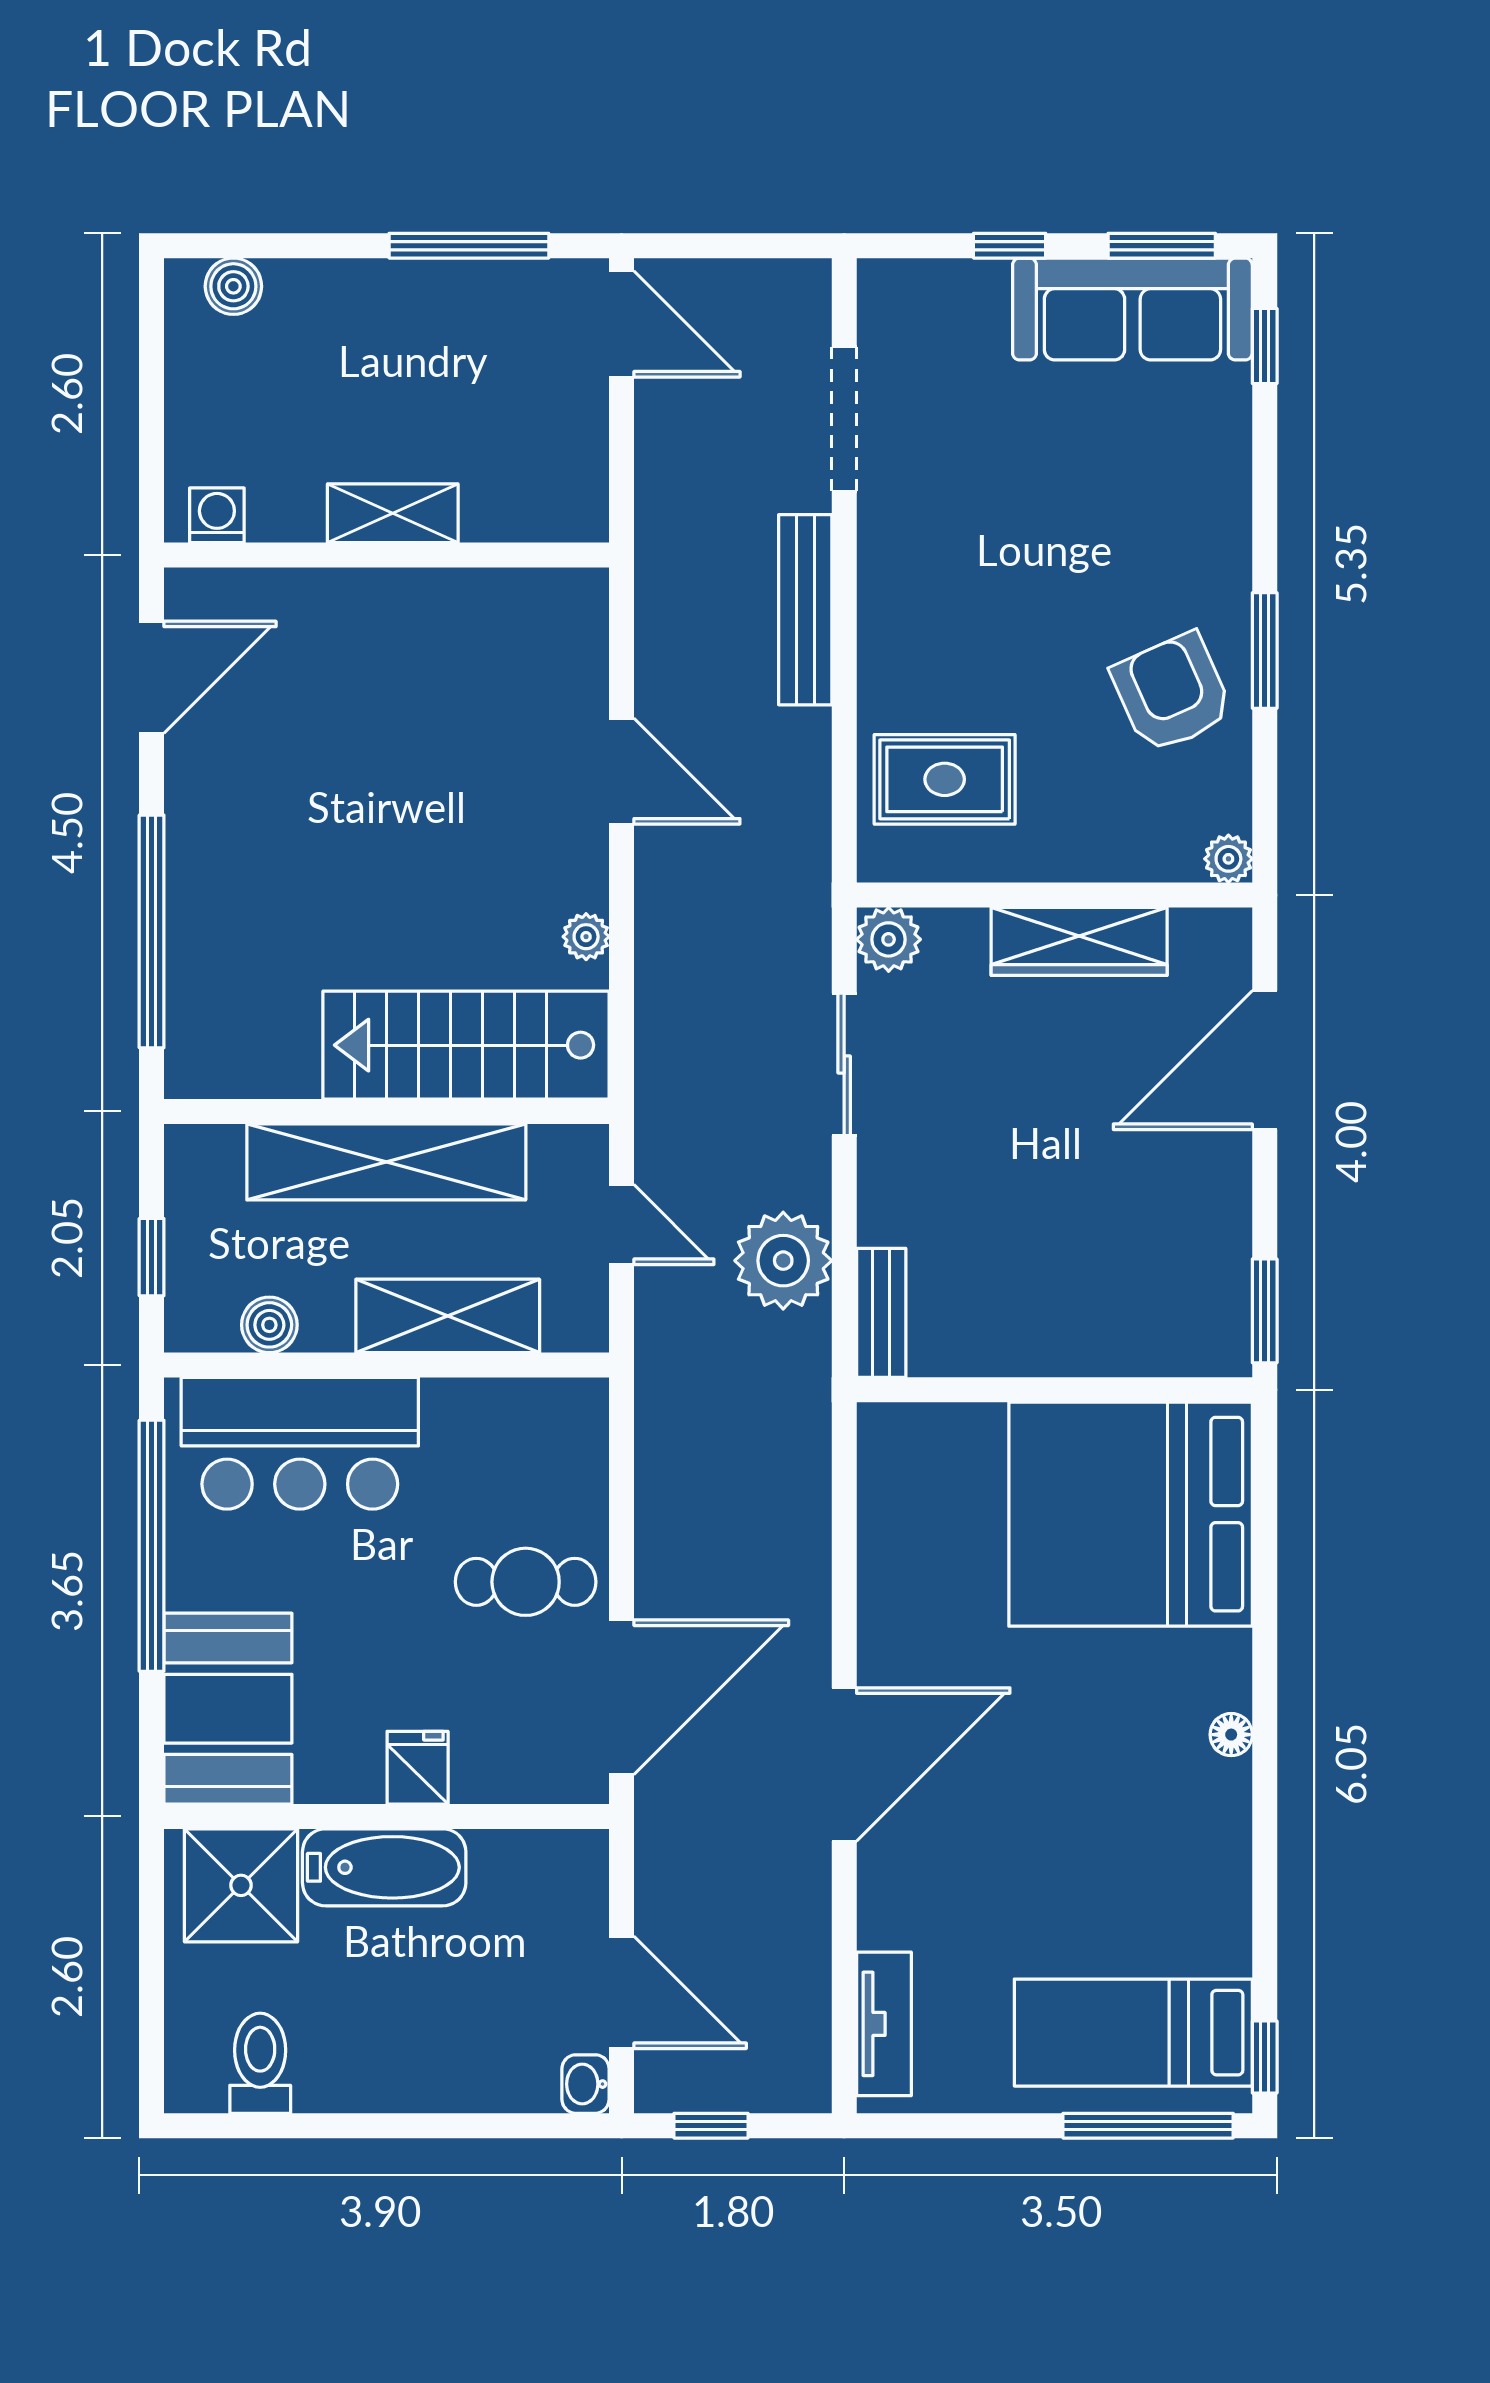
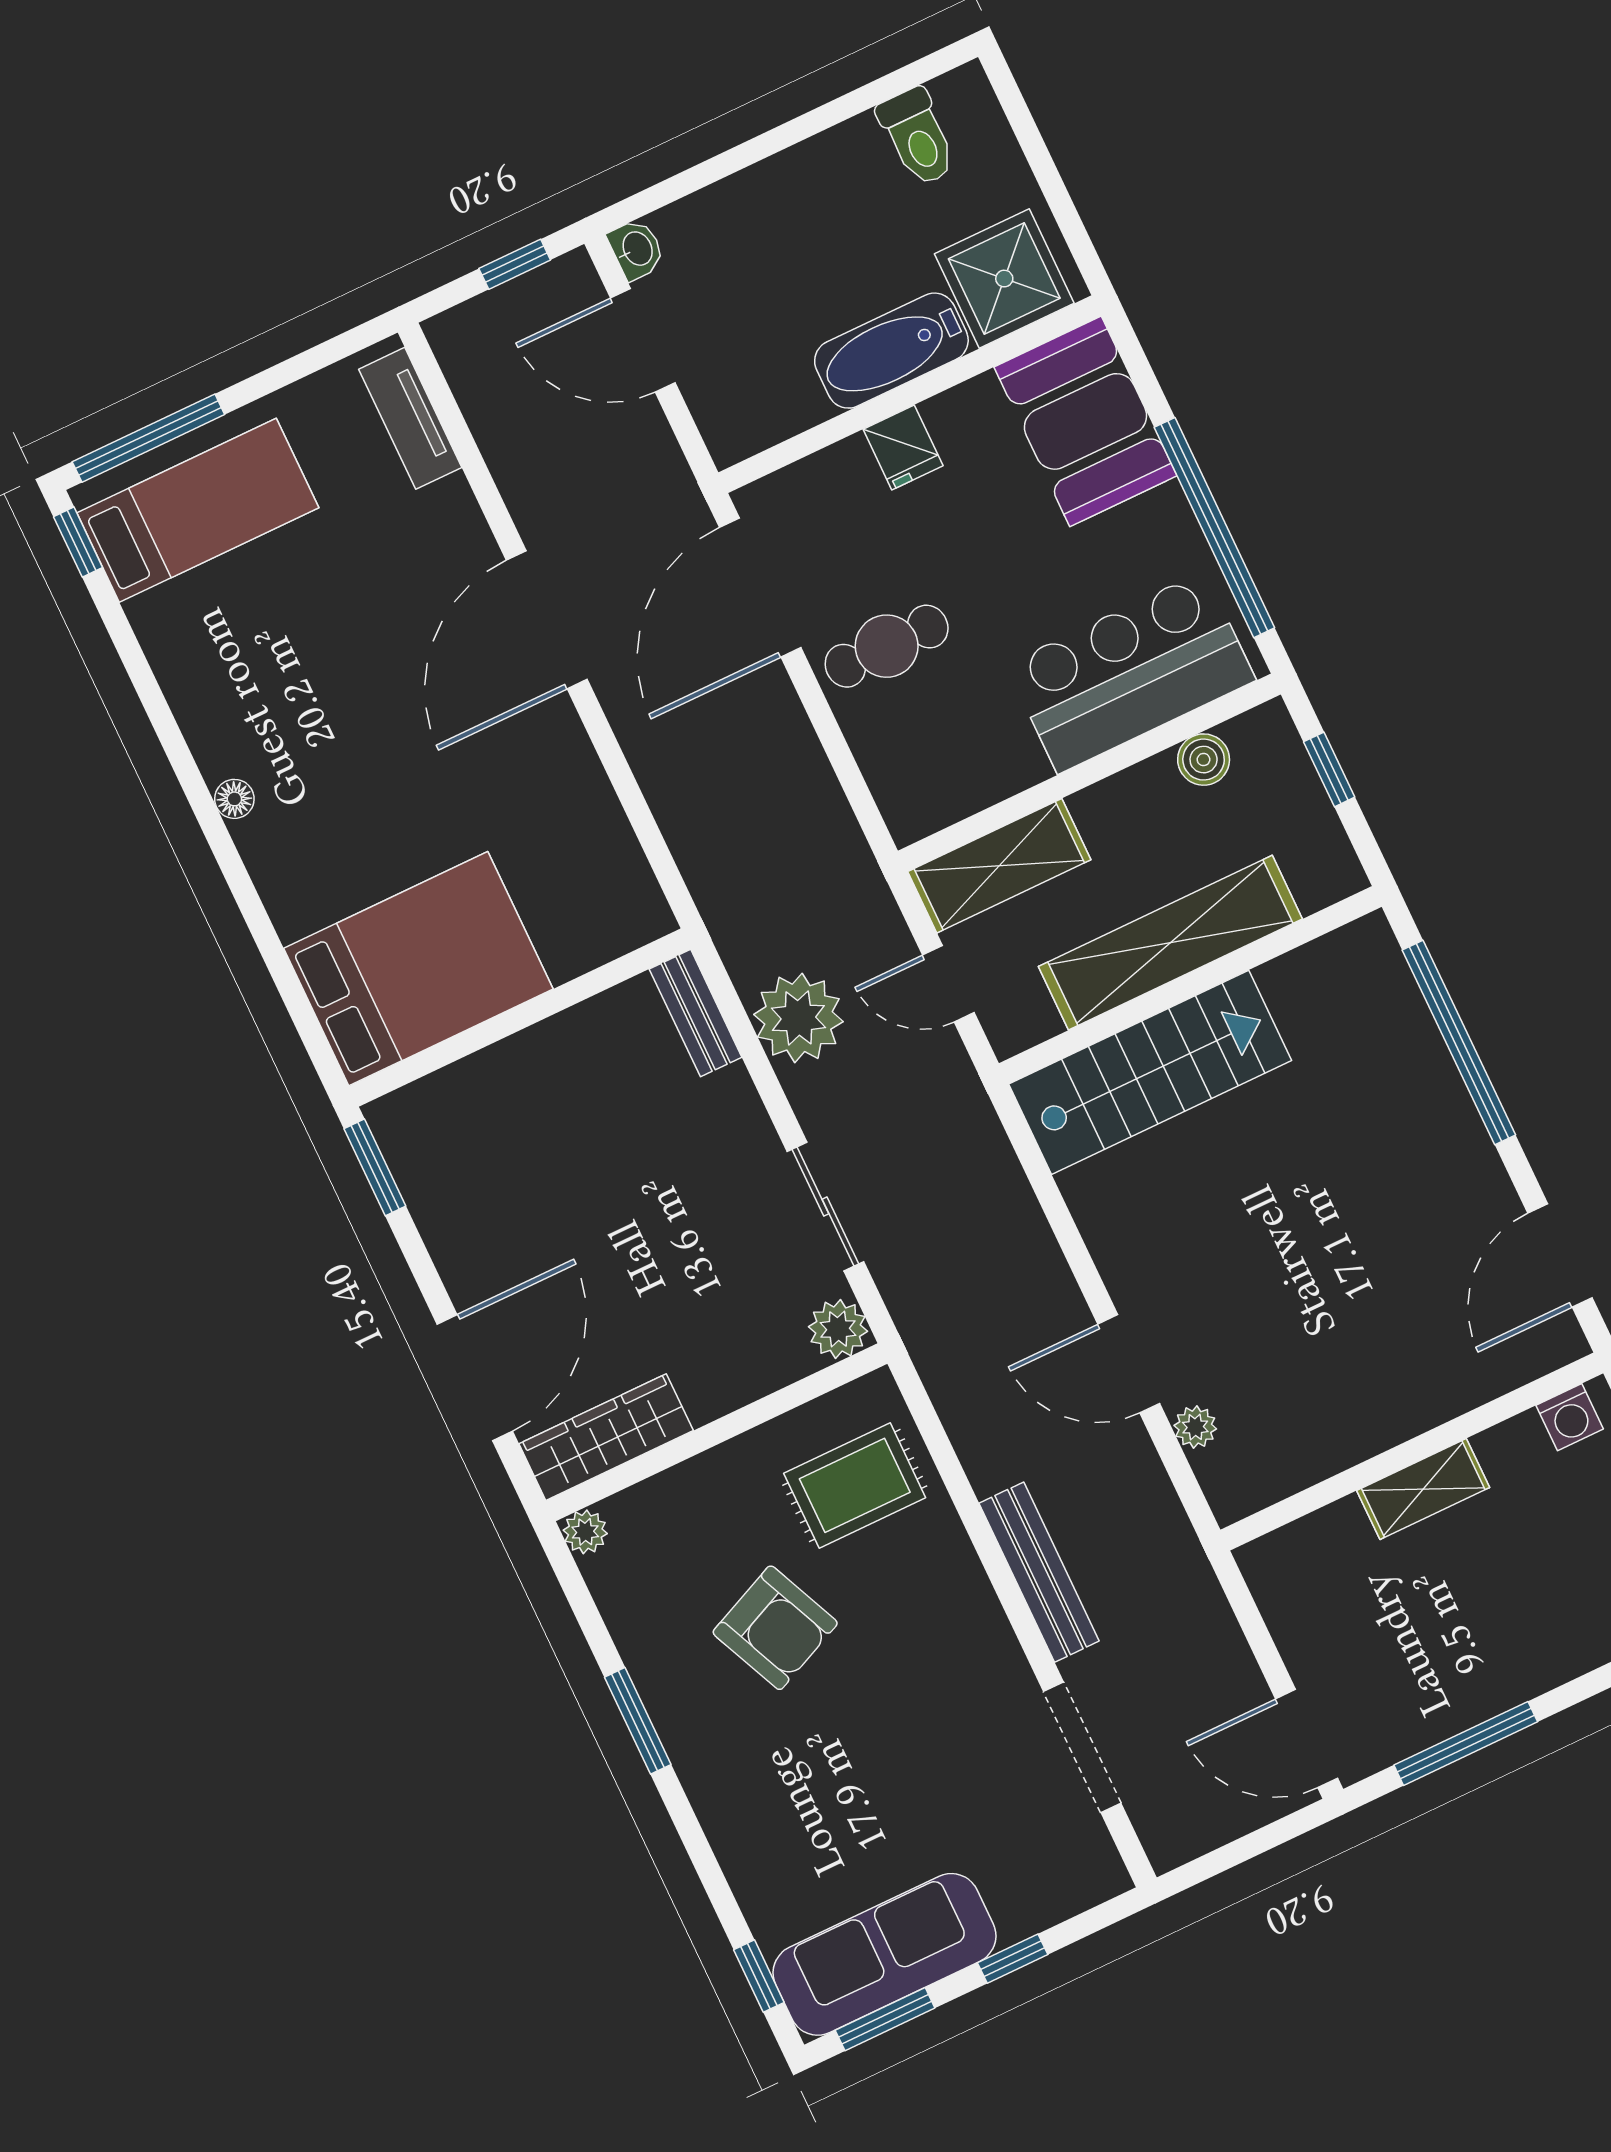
armchair: (1172, 693) -> (775, 1628), moved
plant: (586, 937) -> (1195, 1427), moved
wardrobe: (1079, 941) -> (606, 1437), moved
shelving: (448, 1316) -> (999, 866), moved
bed: (1131, 1514) -> (418, 969), width x0.73

